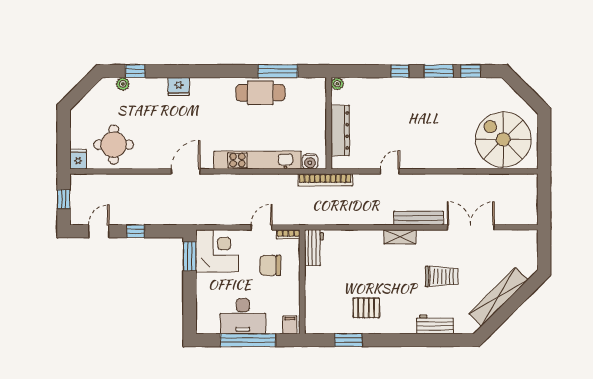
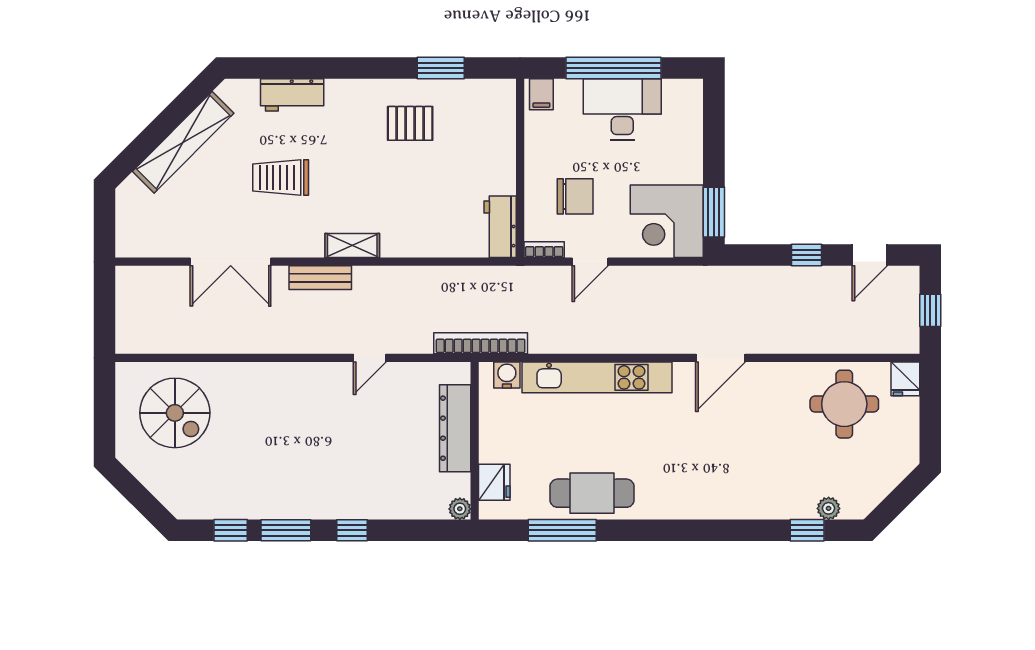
fridge: (179, 86) -> (494, 482), moved, turned 90
spiral stairs: (503, 139) -> (175, 413), width x0.73, depth x0.73
bench: (419, 218) -> (320, 278), width x0.73

